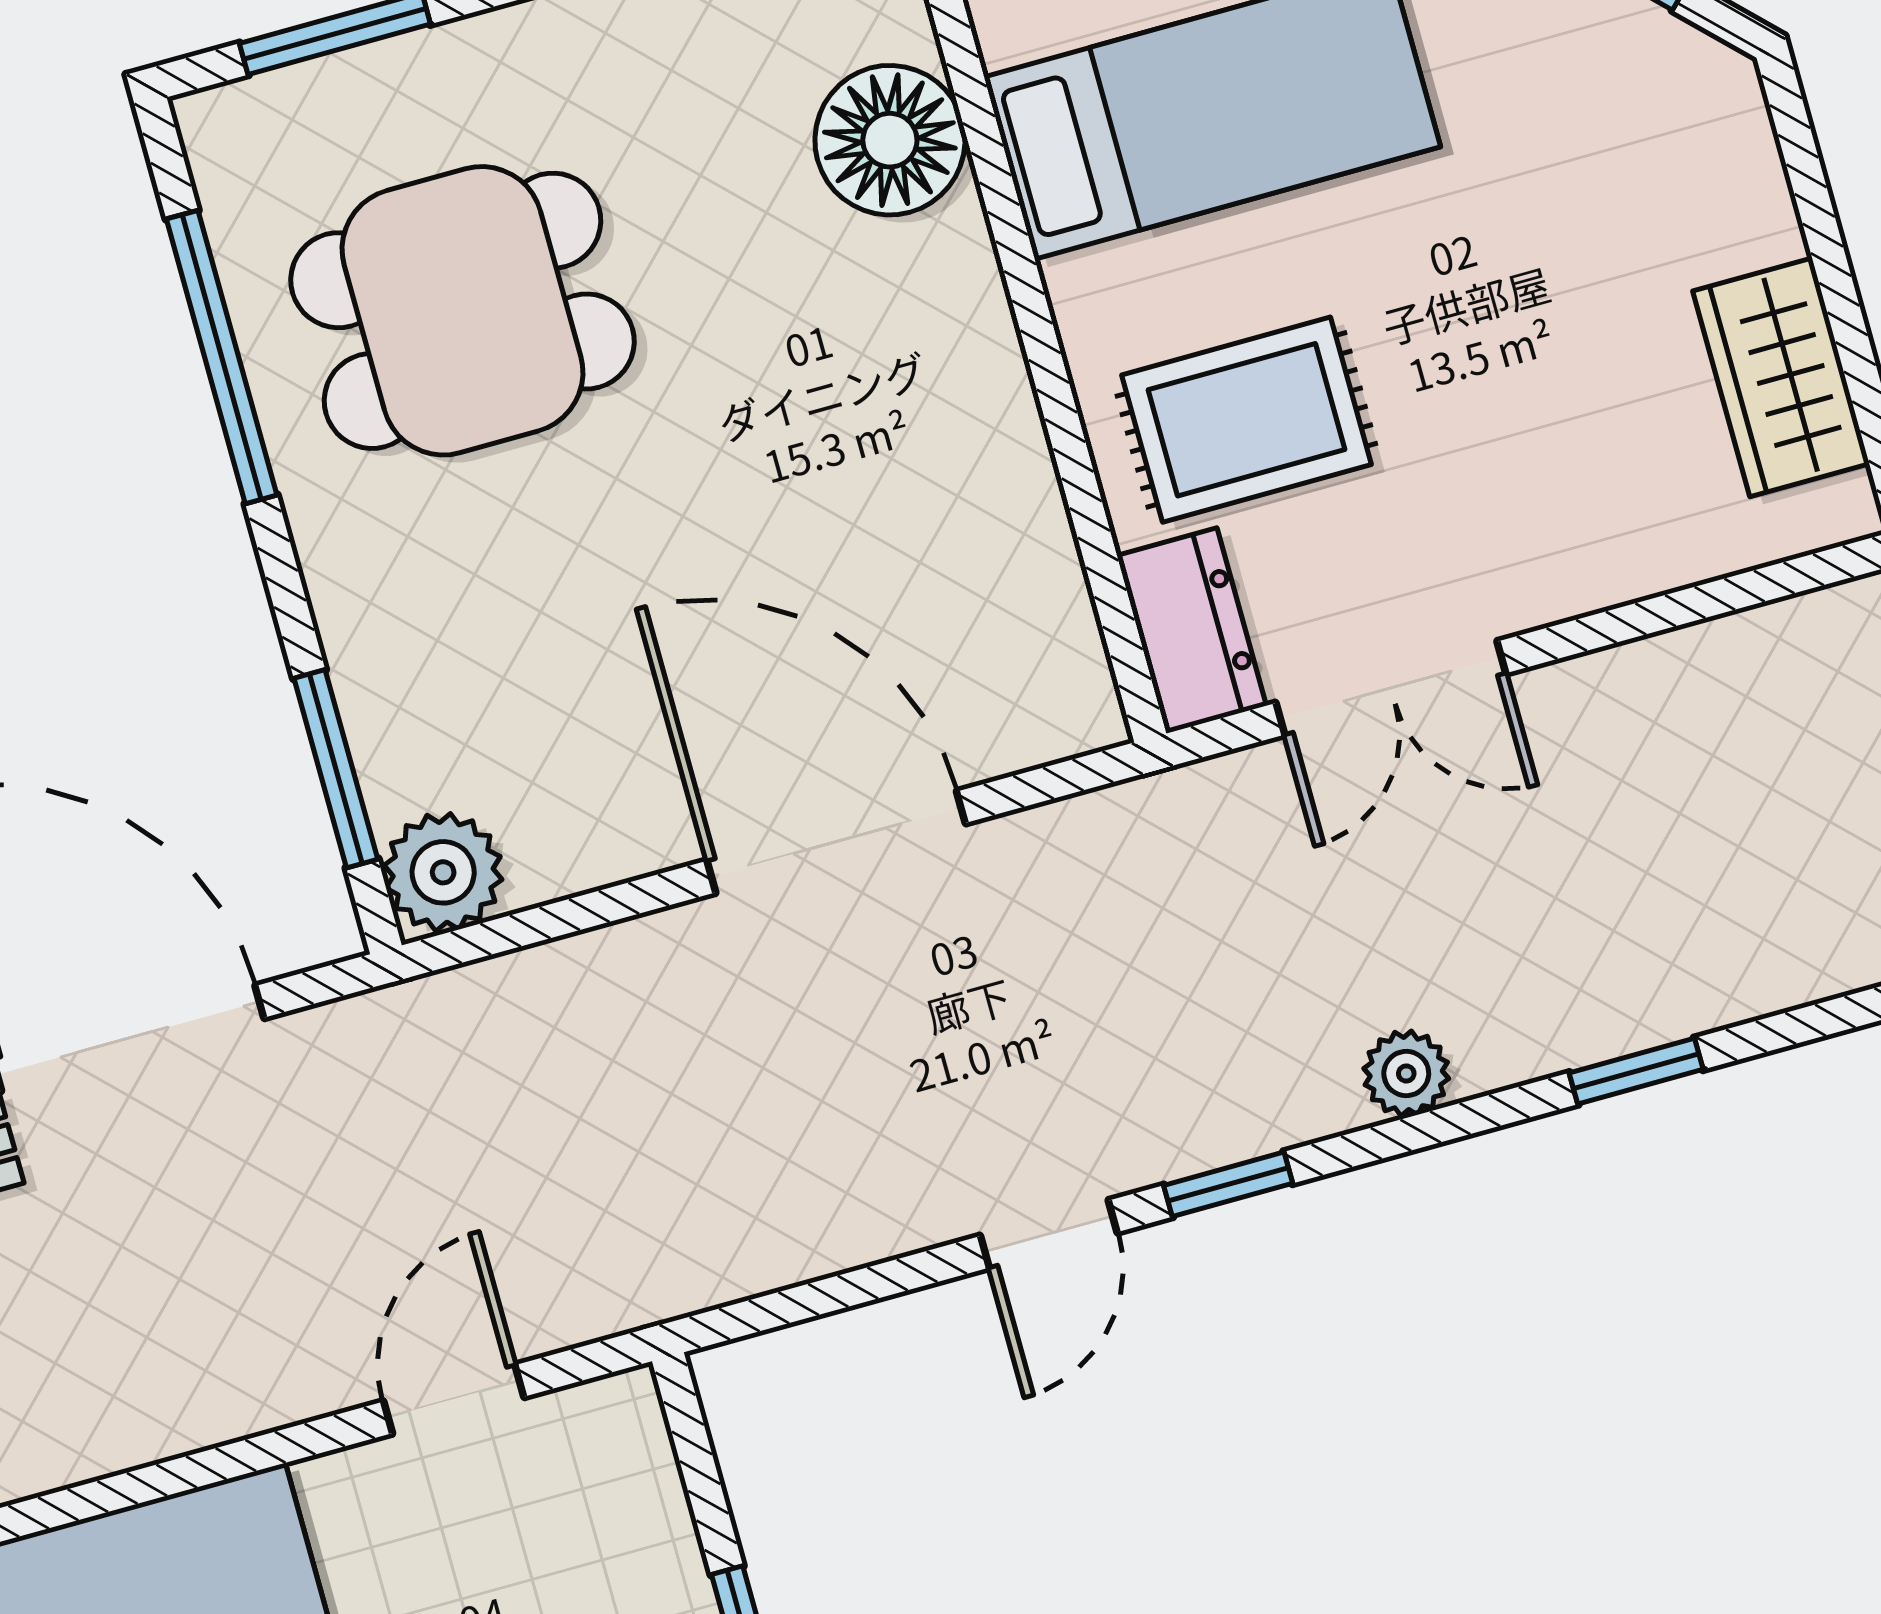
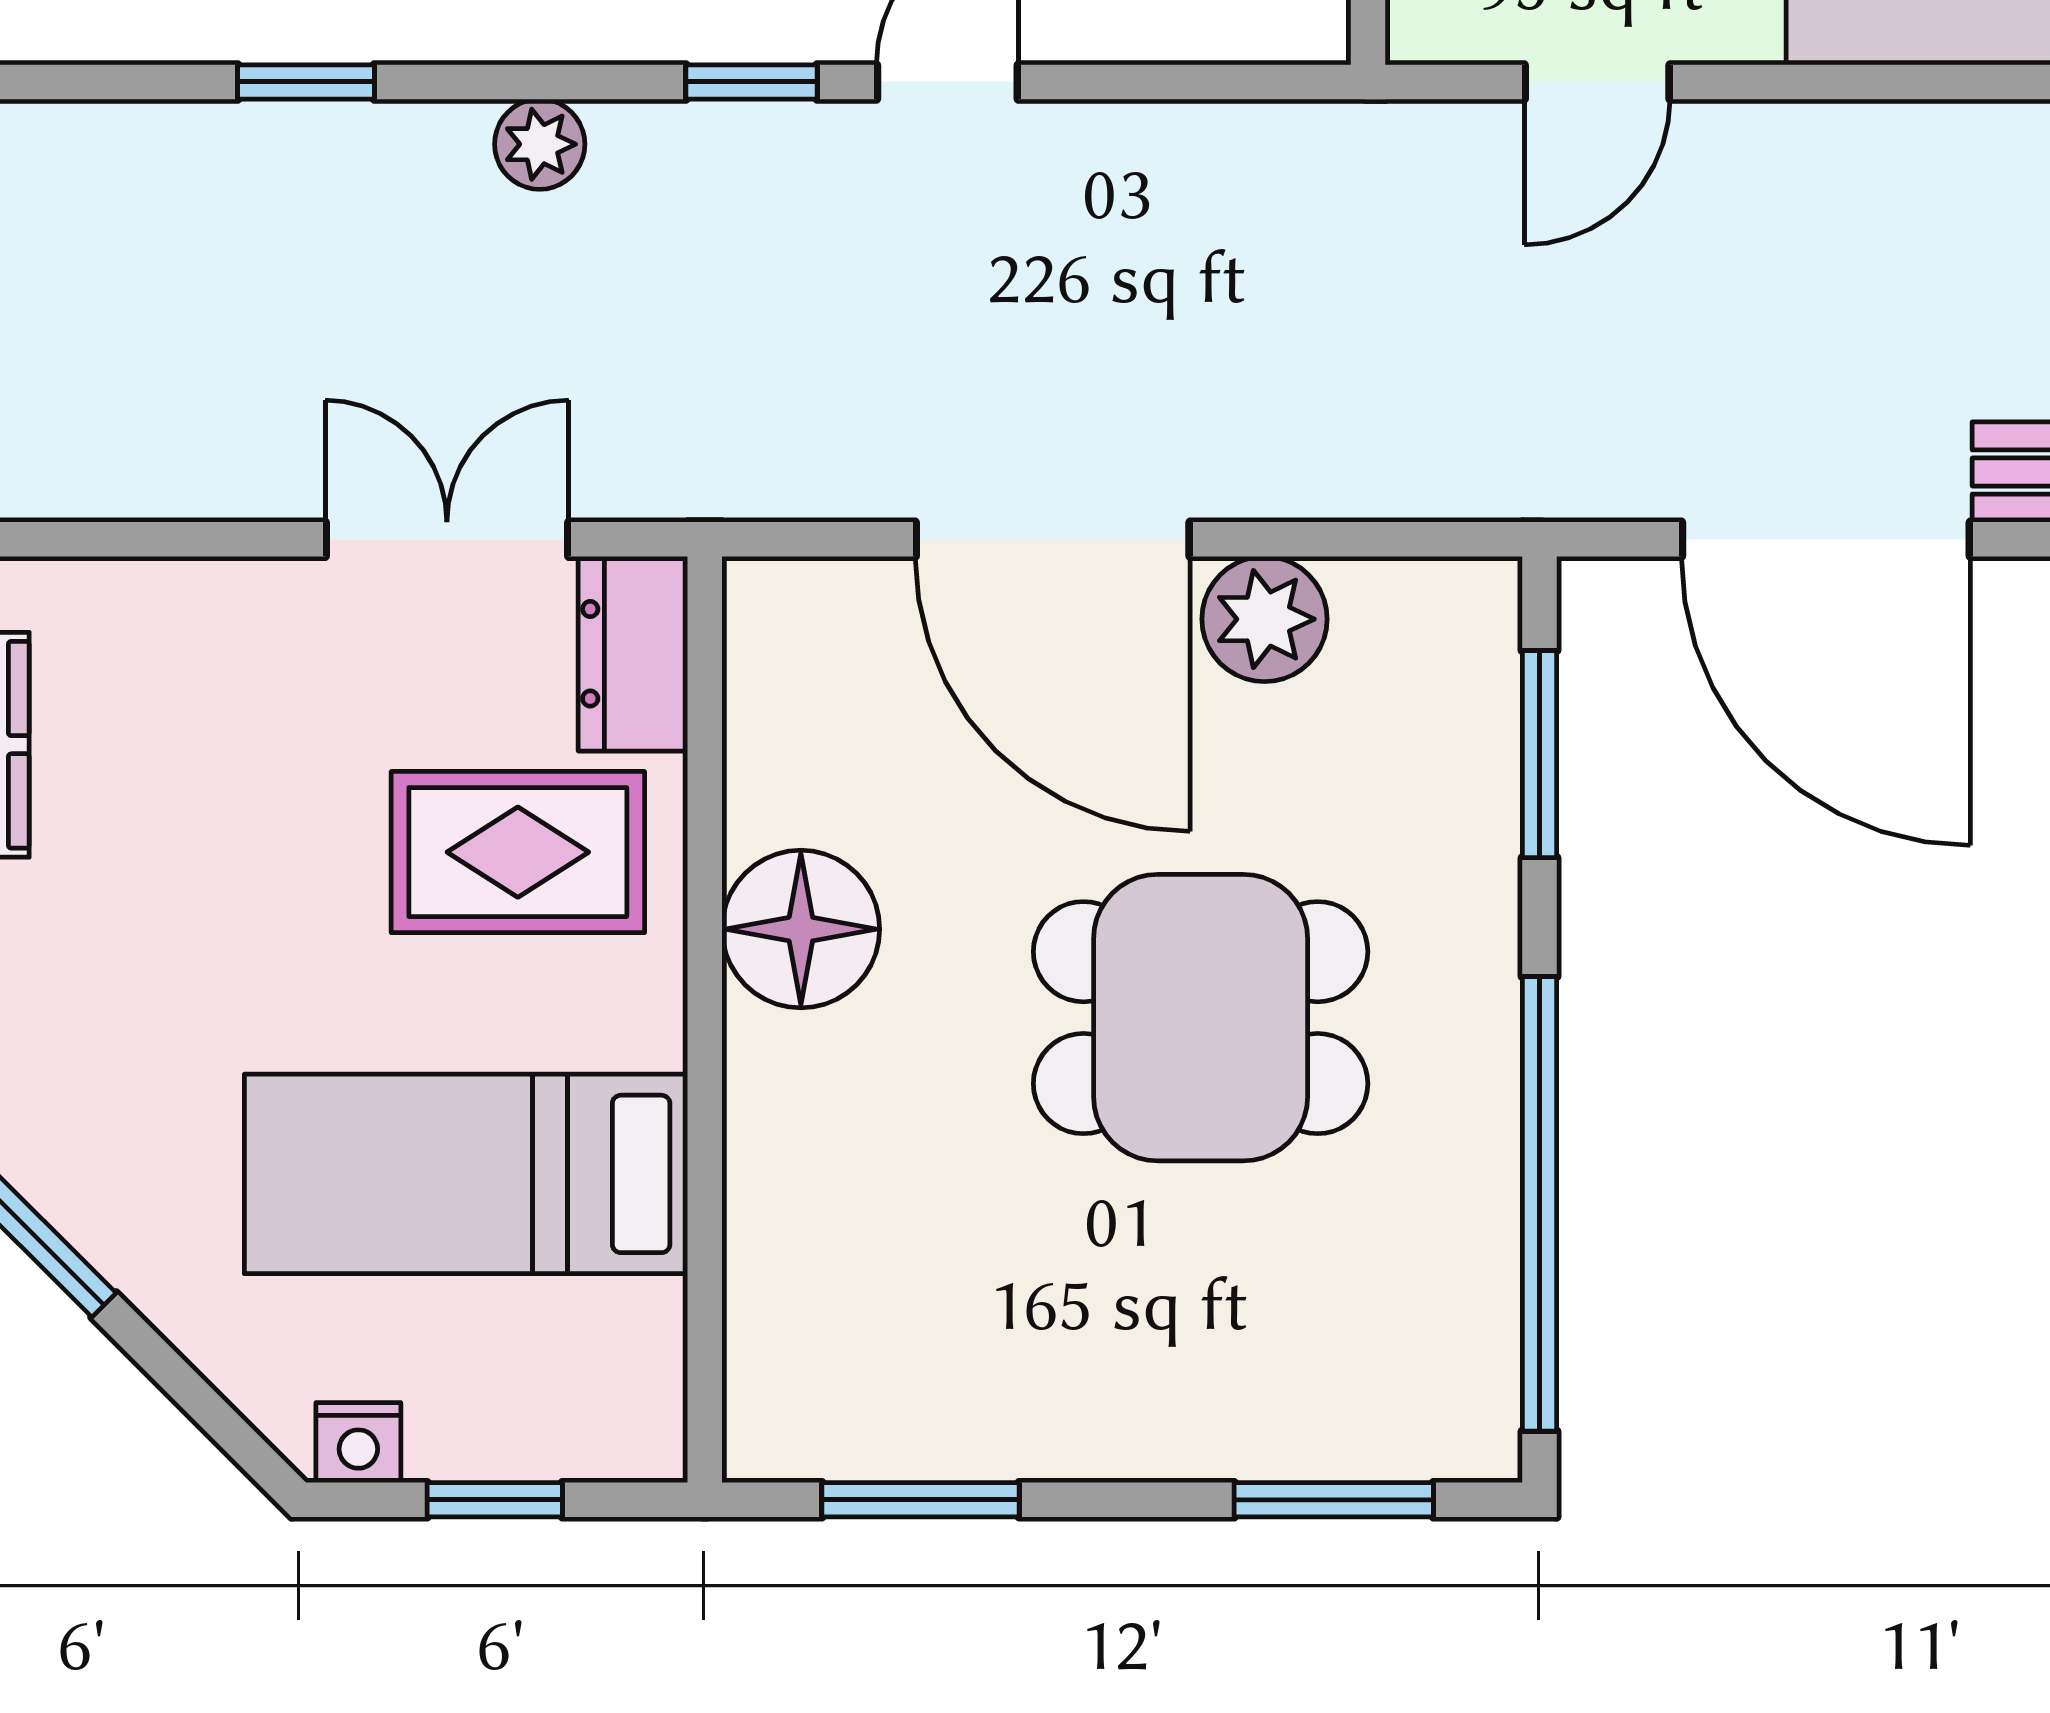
floor lamp: (890, 140) -> (801, 929), moved
dining table: (463, 311) -> (1201, 1018), moved
window: (222, 357) -> (1540, 1204), width x1.46
plant: (443, 872) -> (1264, 619), moved

